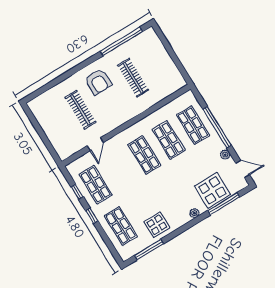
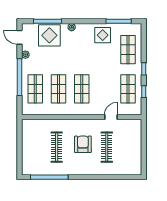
armchair: (98, 82) -> (83, 144), moved

